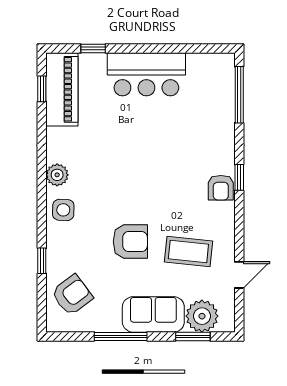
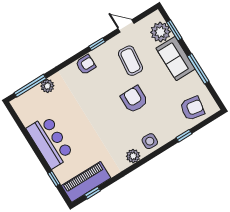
plant: (224, 118) -> (47, 86), added
window: (239, 177) -> (97, 44), moved
armchair: (130, 242) -> (134, 99), moved
armchair: (72, 295) -> (192, 108), turned 137

